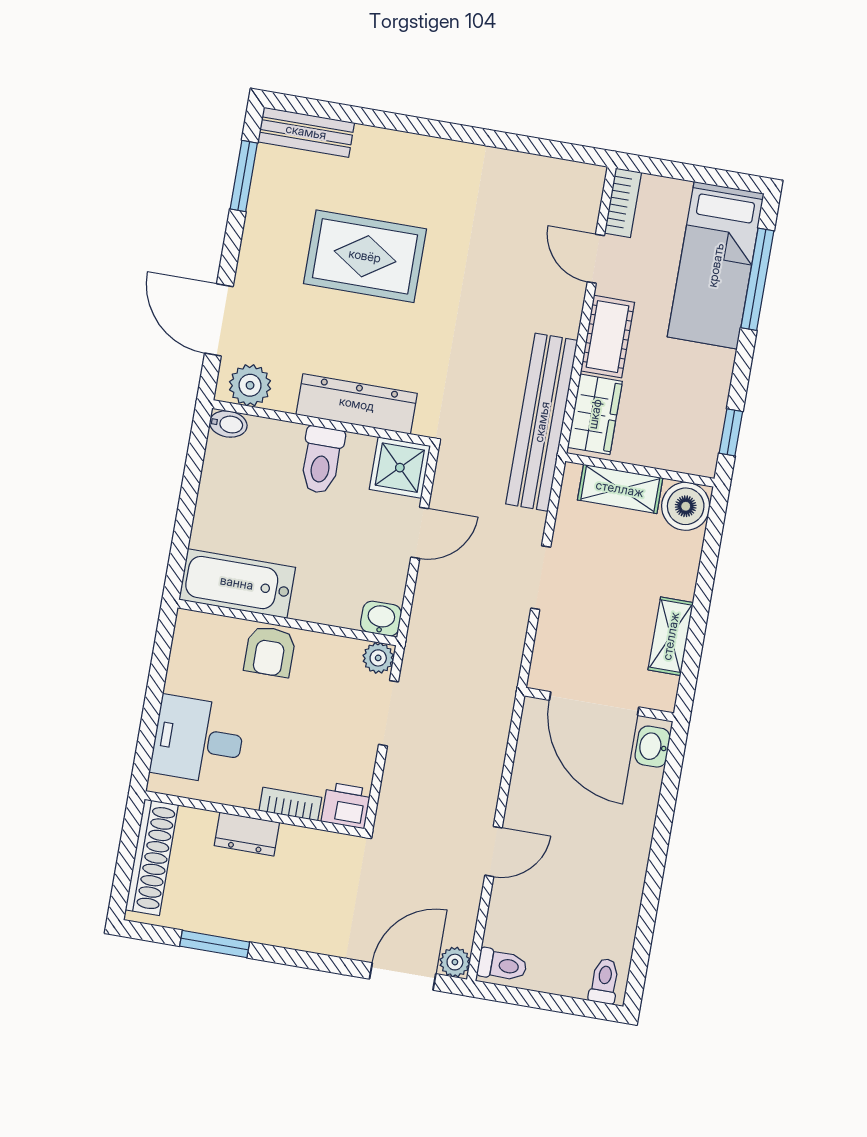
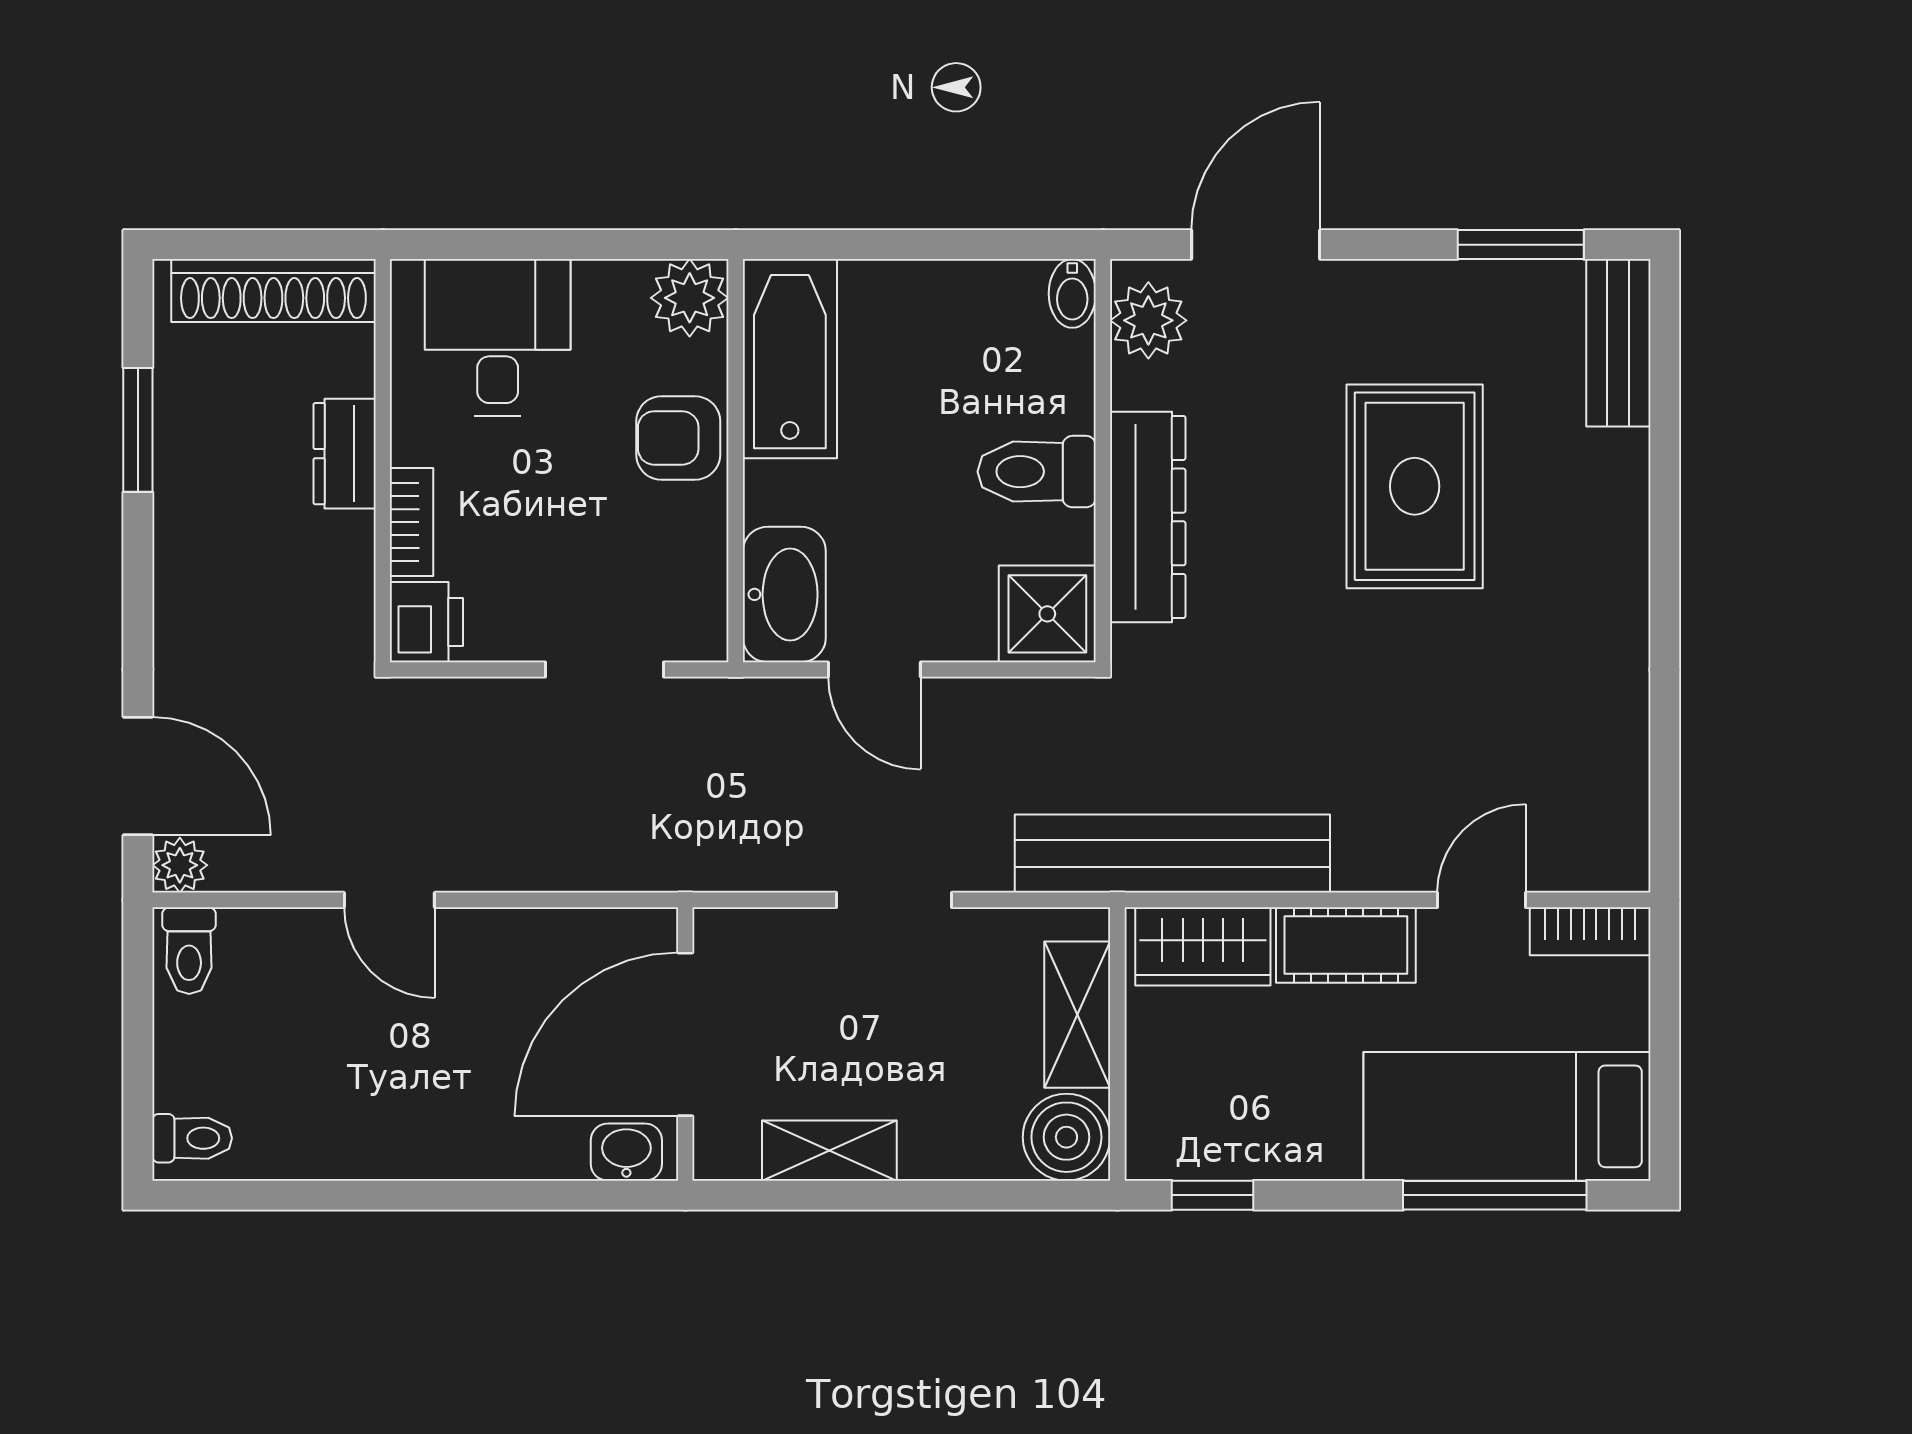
door: (420, 533) -> (874, 669), moved
washbasin: (381, 619) -> (784, 594), width x1.91, depth x1.45
plant: (378, 658) -> (690, 298), moved, width x1.38, depth x1.38

